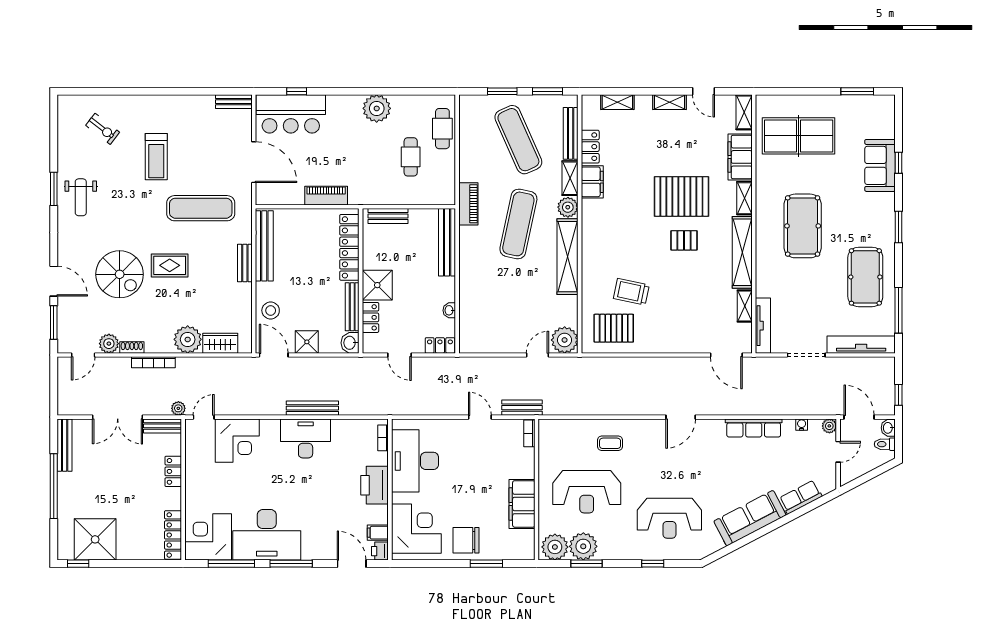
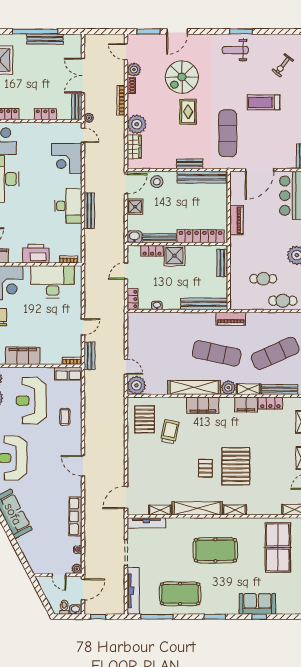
filing cabinet: (740, 157) -> (203, 405), moved, turned 180
bench: (65, 445) -> (45, 39), moved
row of seats: (801, 497) -> (68, 374), moved, turned 118

